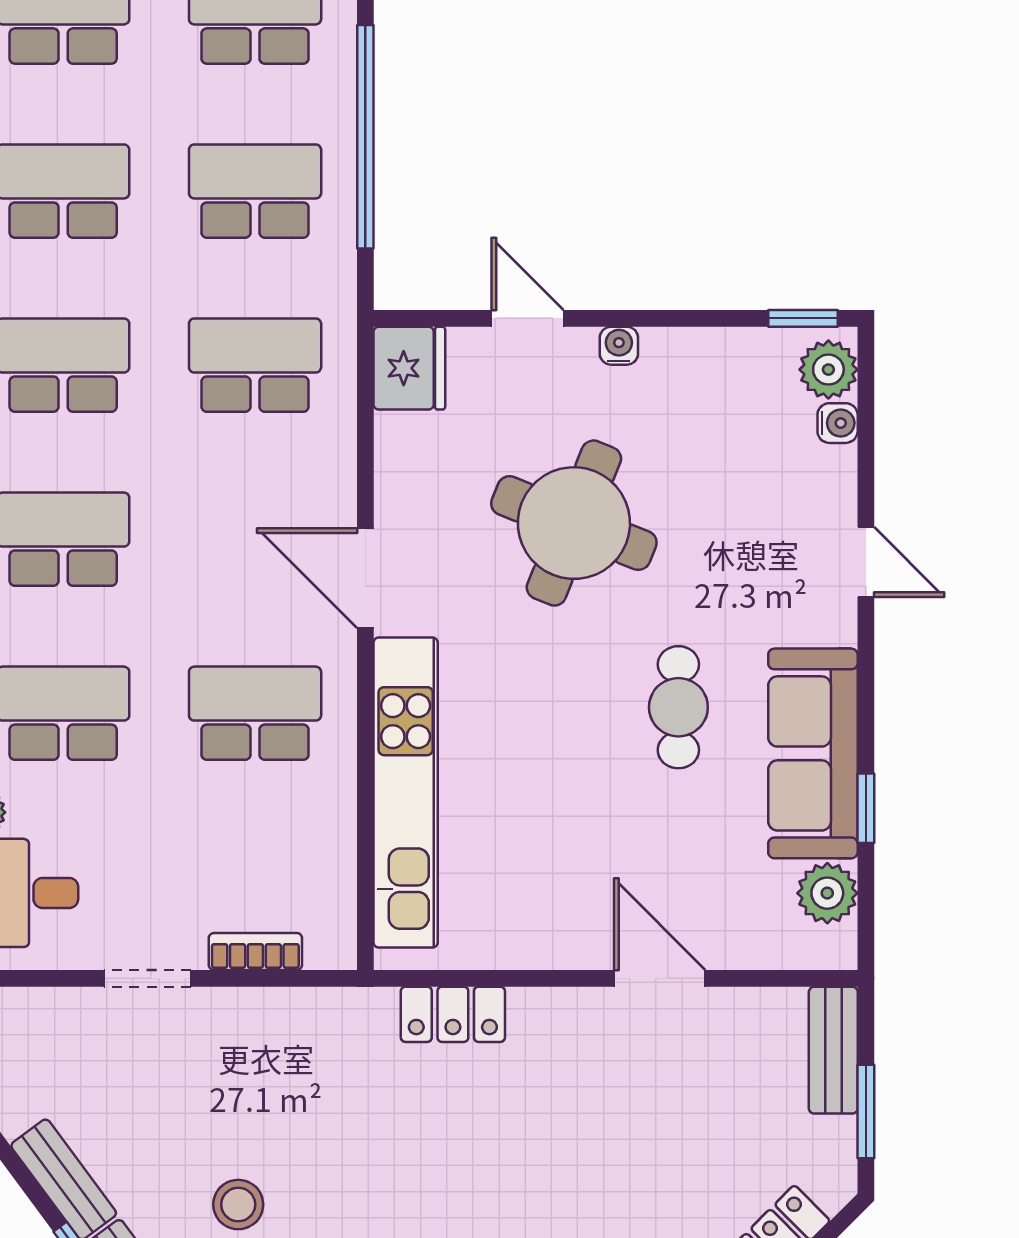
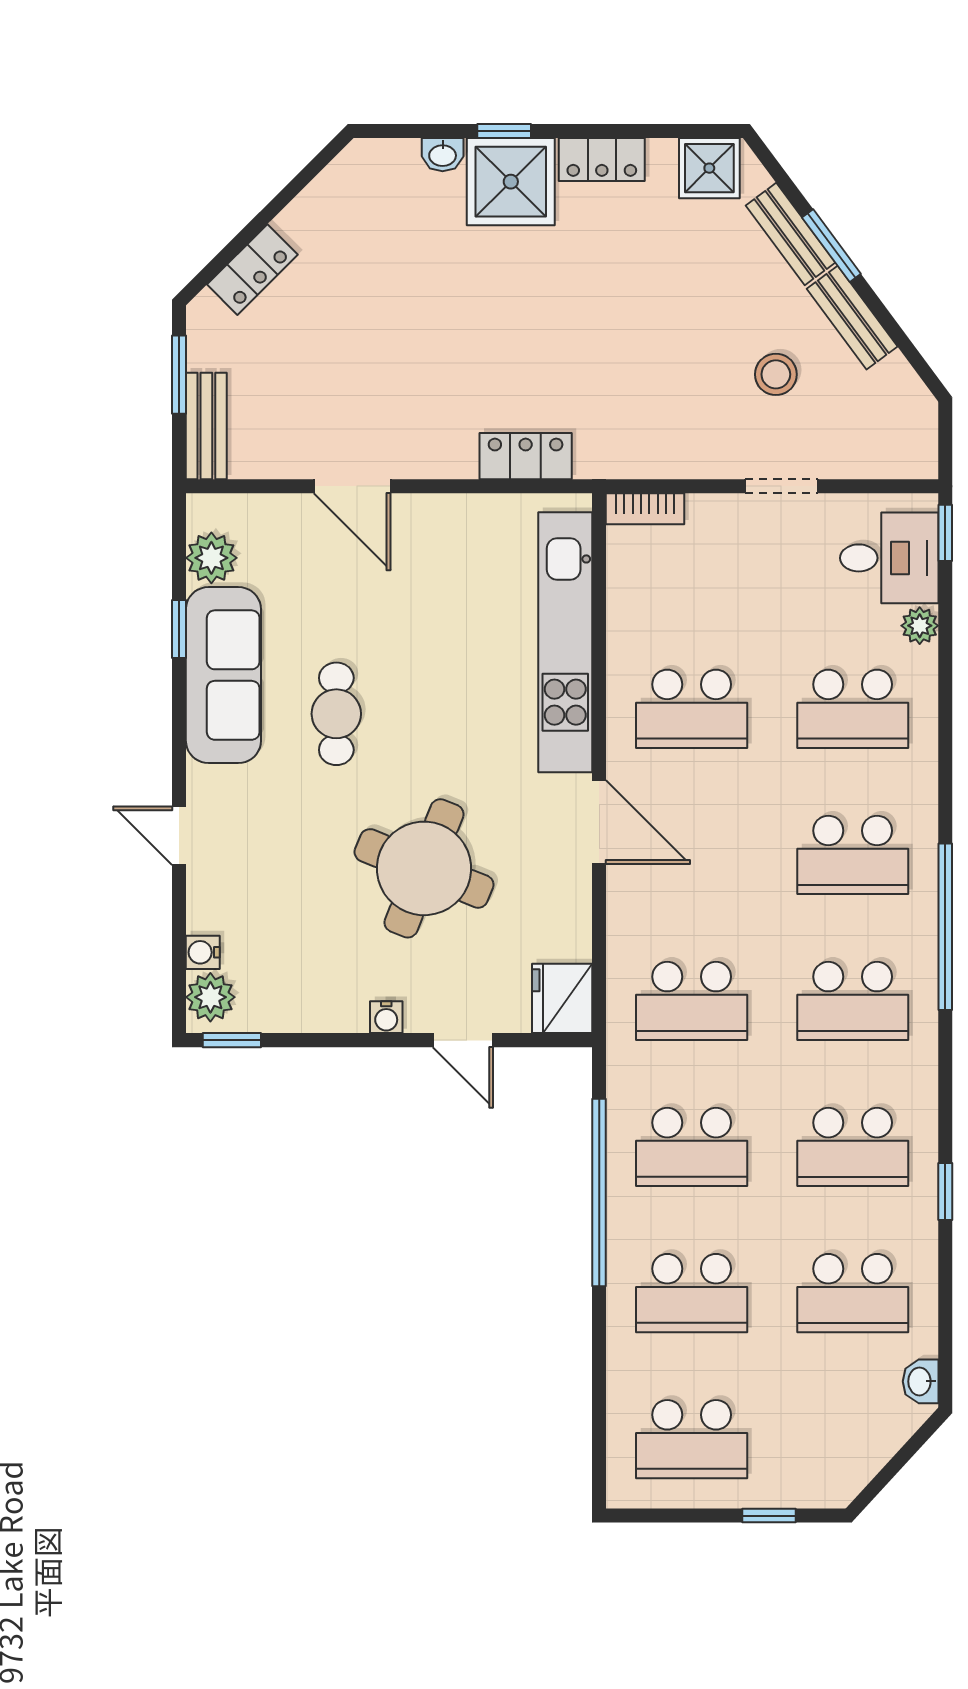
bookcase: (255, 951) -> (645, 509), moved
stool: (238, 1205) -> (776, 374), moved

